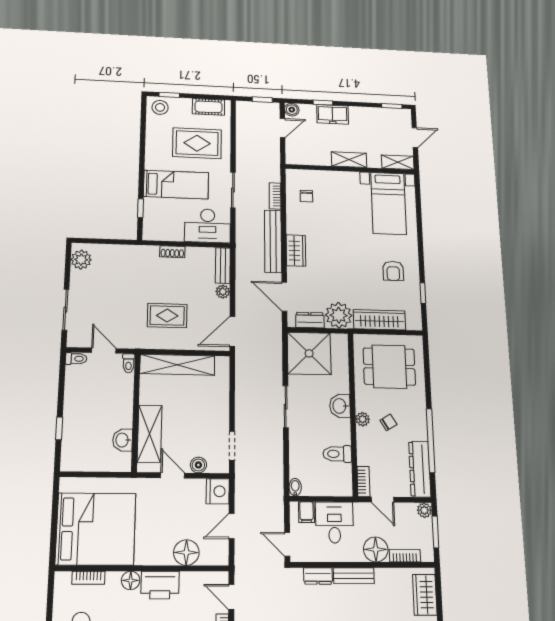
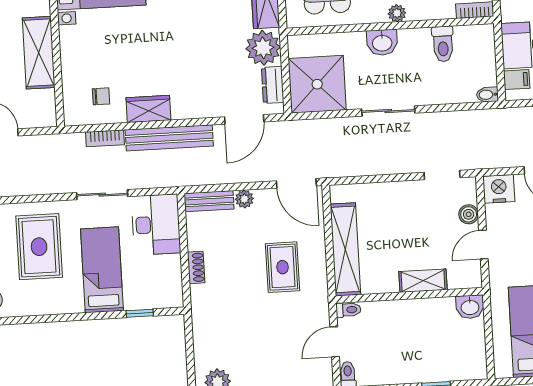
shelving: (349, 160) -> (39, 53), width x1.50, depth x1.33
wardrobe: (296, 251) -> (148, 109), moved
shelving: (150, 434) -> (423, 281), width x0.67, depth x0.75
washbasin: (123, 440) -> (470, 307), moved

